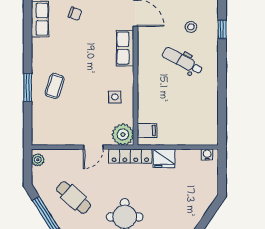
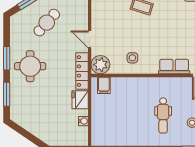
dental chair: (182, 61) -> (163, 115), turned 152
water cooler: (207, 155) -> (83, 121), moved

